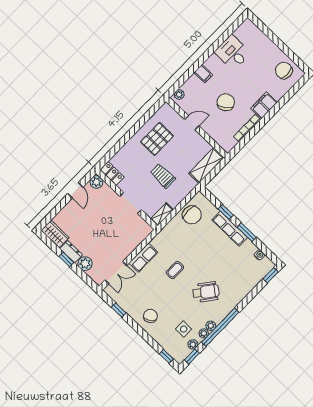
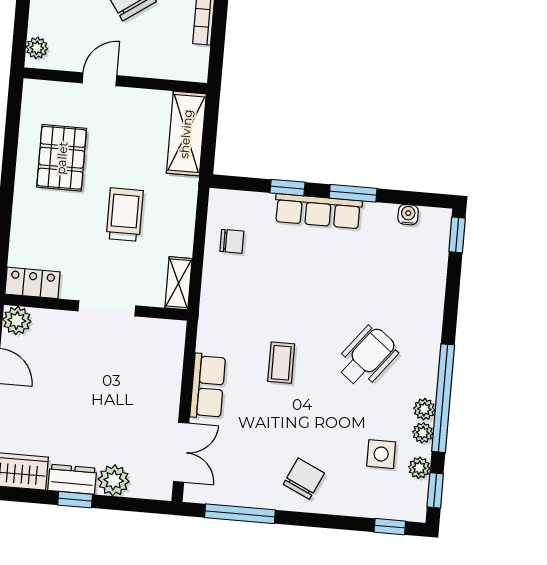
trolley: (163, 176) -> (125, 215), turned 90
chair: (192, 215) -> (232, 241), width x0.54, depth x0.54
window: (119, 310) -> (240, 514), width x2.17
chair: (150, 316) -> (304, 479), turned 60

